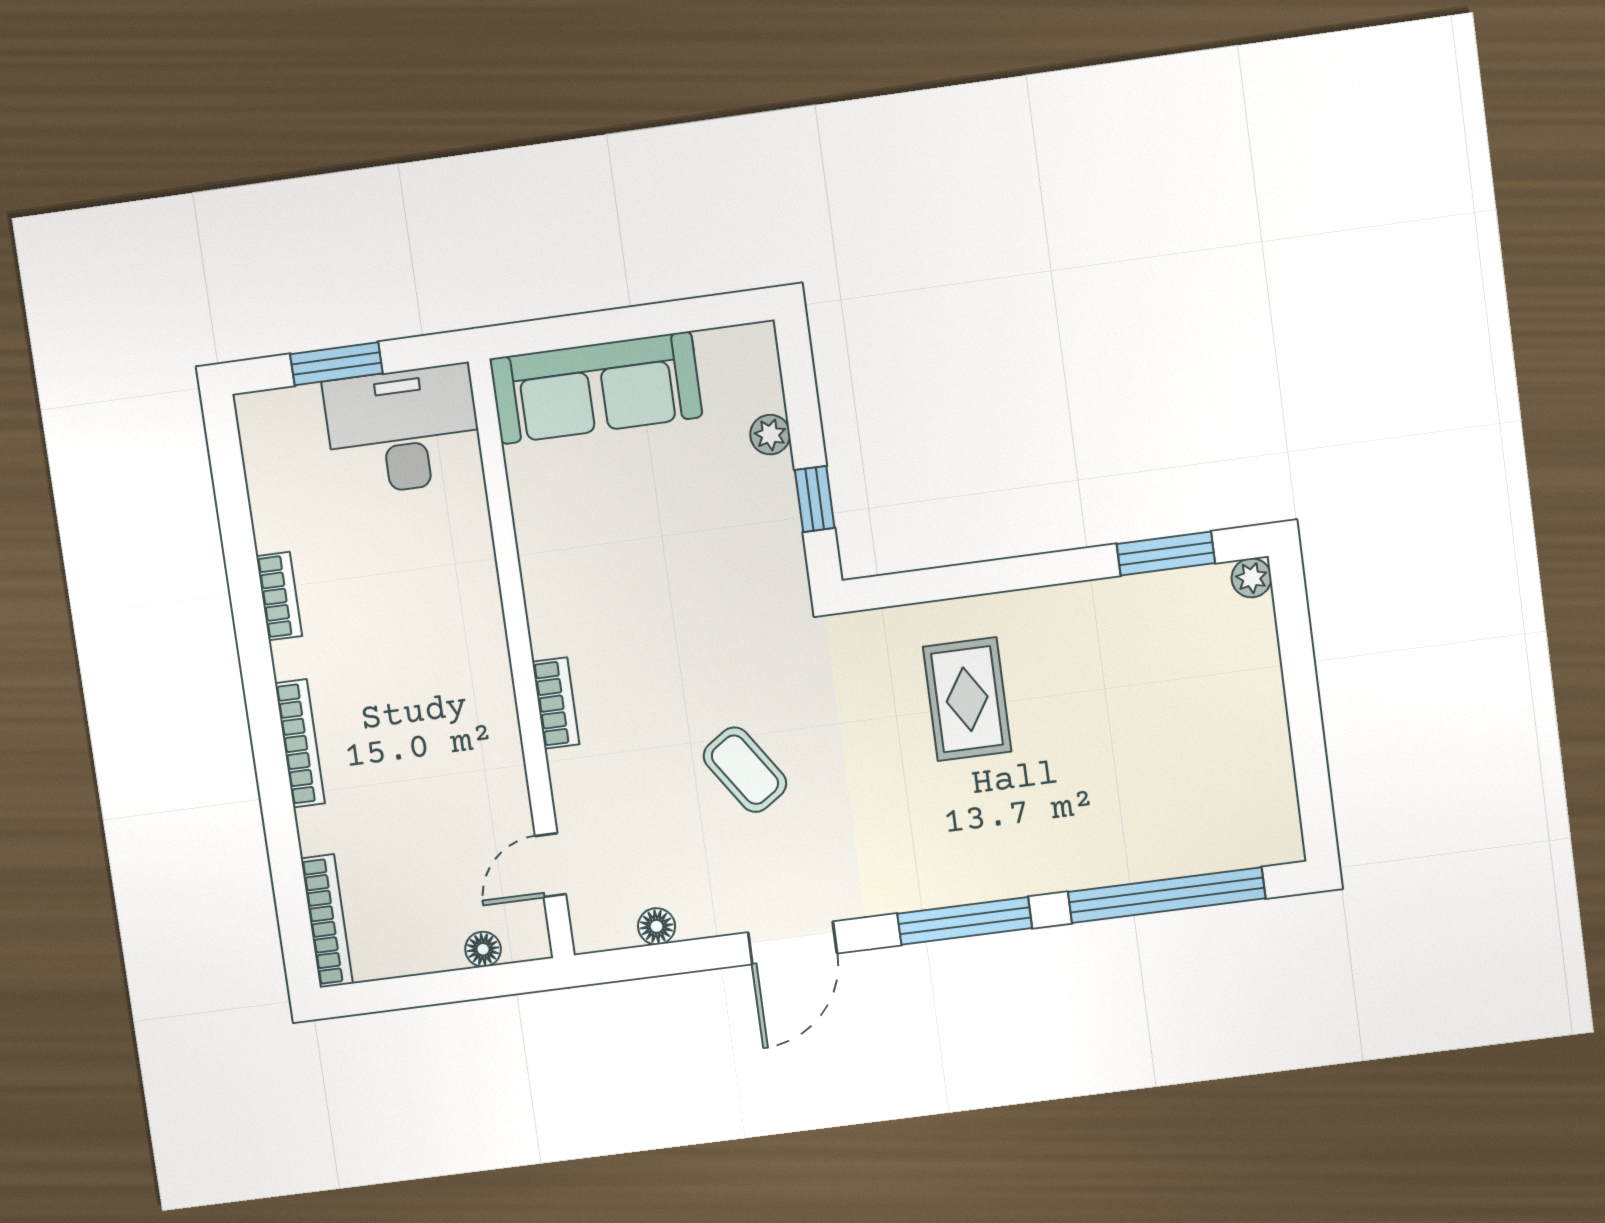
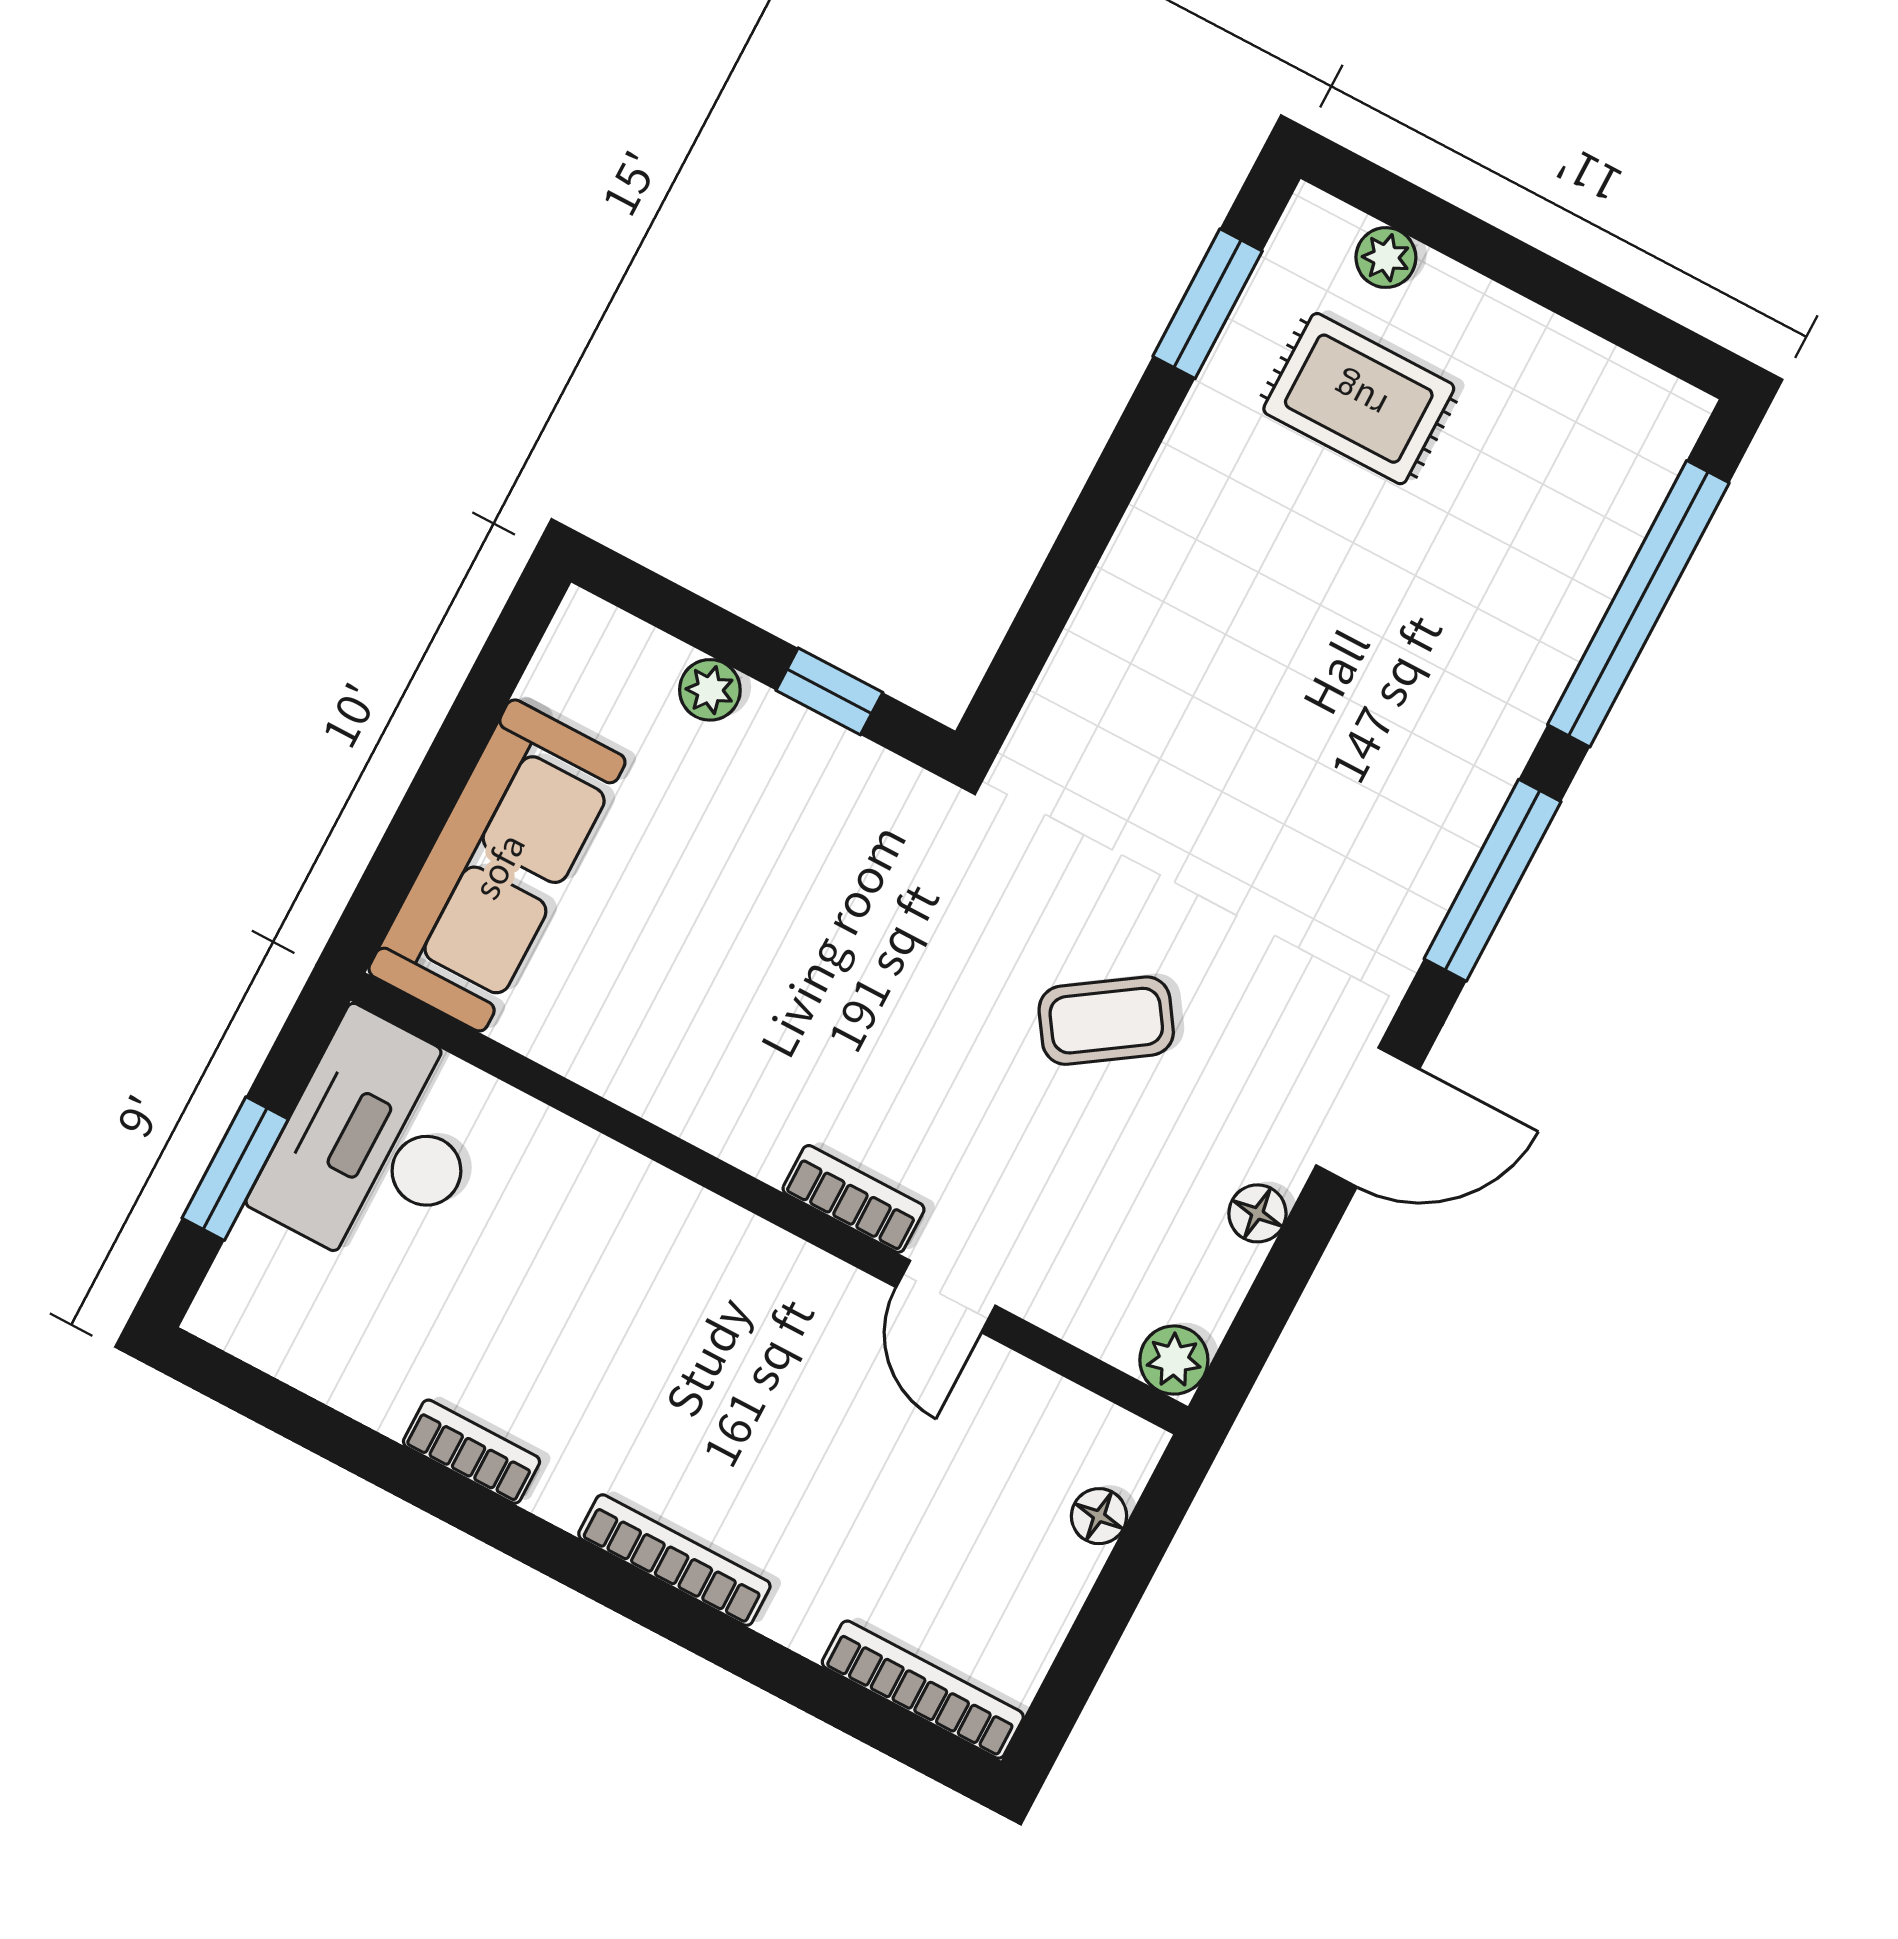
plant: (1251, 578) -> (1386, 258), moved
rug: (967, 699) -> (1359, 399), moved
door: (551, 865) -> (946, 1296), moved
floor lamp: (657, 926) -> (1257, 1213), moved
plant: (592, 931) -> (1174, 1360), added
door: (792, 943) -> (1368, 1117), hinge flipped

